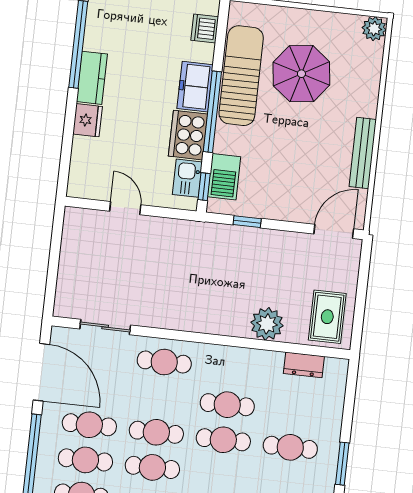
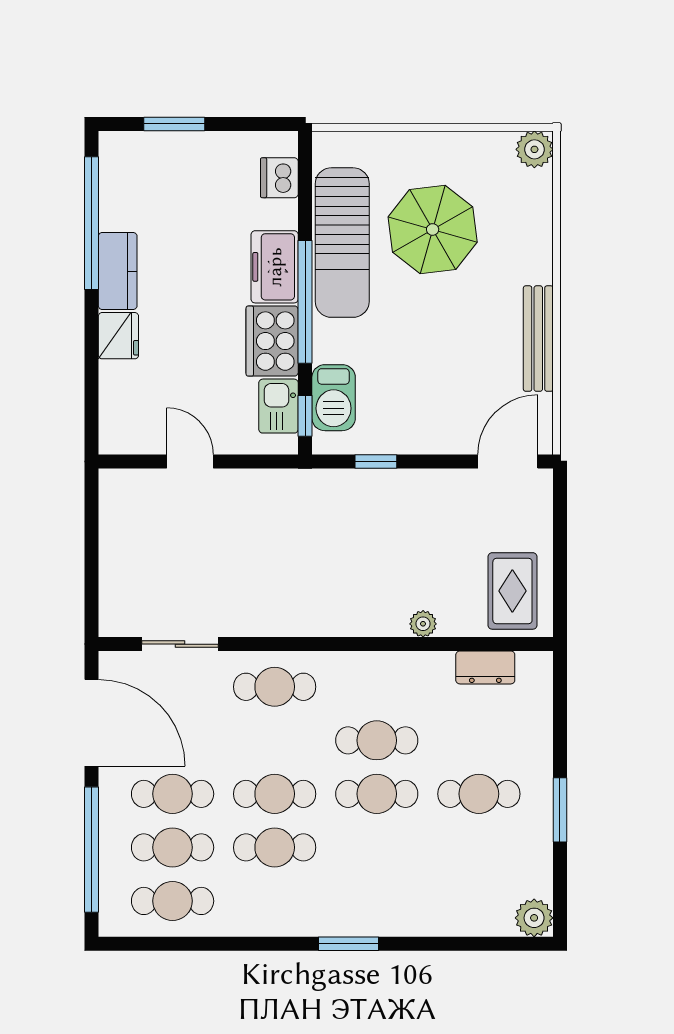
sun lounger: (241, 76) -> (342, 243), turned 180
plant: (267, 324) -> (423, 624), width x0.53, depth x0.53

